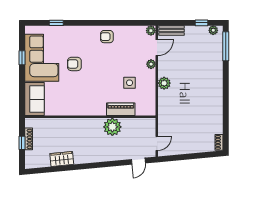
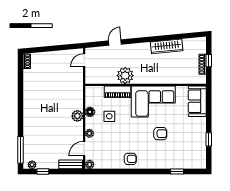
corner sofa: (42, 58) -> (153, 101), moved, turned -90
floor lamp: (151, 88) -> (90, 112), added
wardrobe: (62, 159) -> (167, 46), width x1.50
door: (138, 161) -> (115, 42), moved

